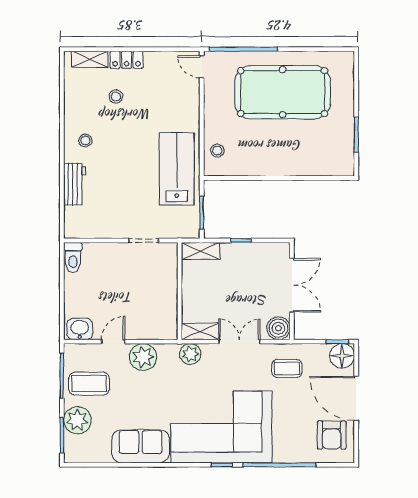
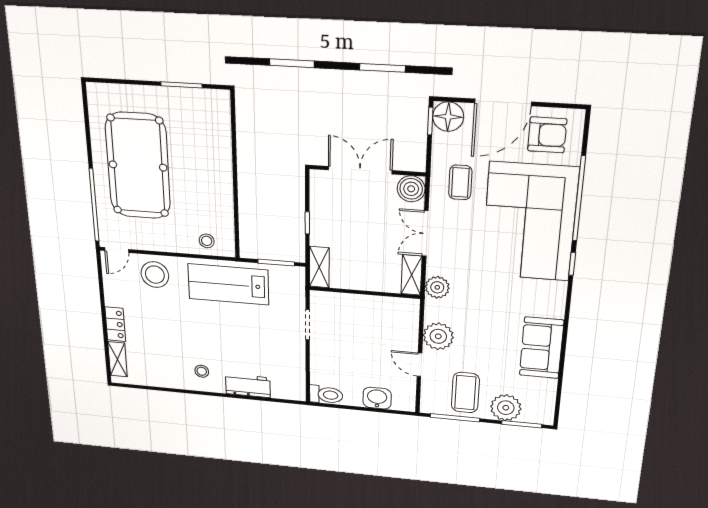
stool: (116, 97) -> (155, 275), moved, width x1.89, depth x1.89
washbasin: (80, 329) -> (377, 398), moved, turned 90
corner sofa: (221, 427) -> (530, 222), moved

